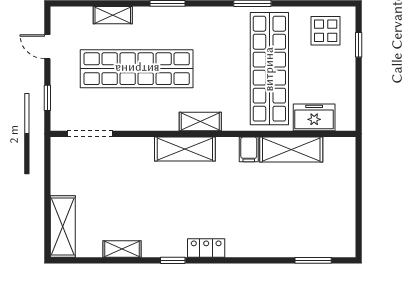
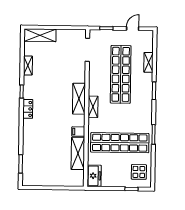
freezer: (314, 117) -> (94, 176), moved

